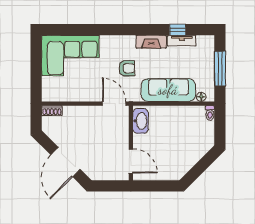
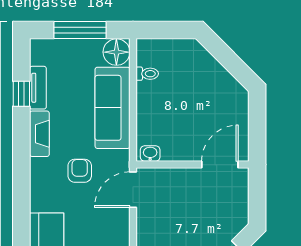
floor lamp: (201, 97) -> (116, 52), width x1.89, depth x1.89
toilet: (210, 113) -> (147, 74), moved
washbasin: (140, 121) -> (150, 154), width x0.52, depth x0.69

